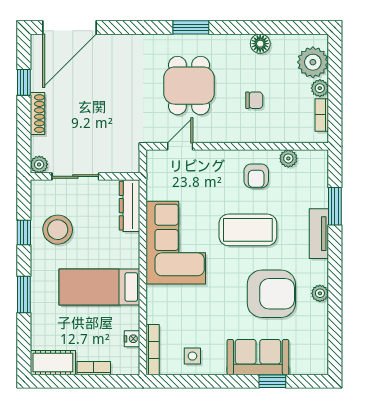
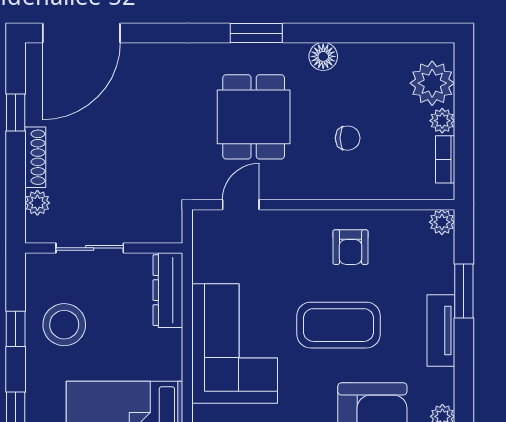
floor lamp: (260, 44) -> (323, 56), moved
plant: (288, 158) -> (442, 222), moved
plant: (39, 164) -> (37, 203), moved

